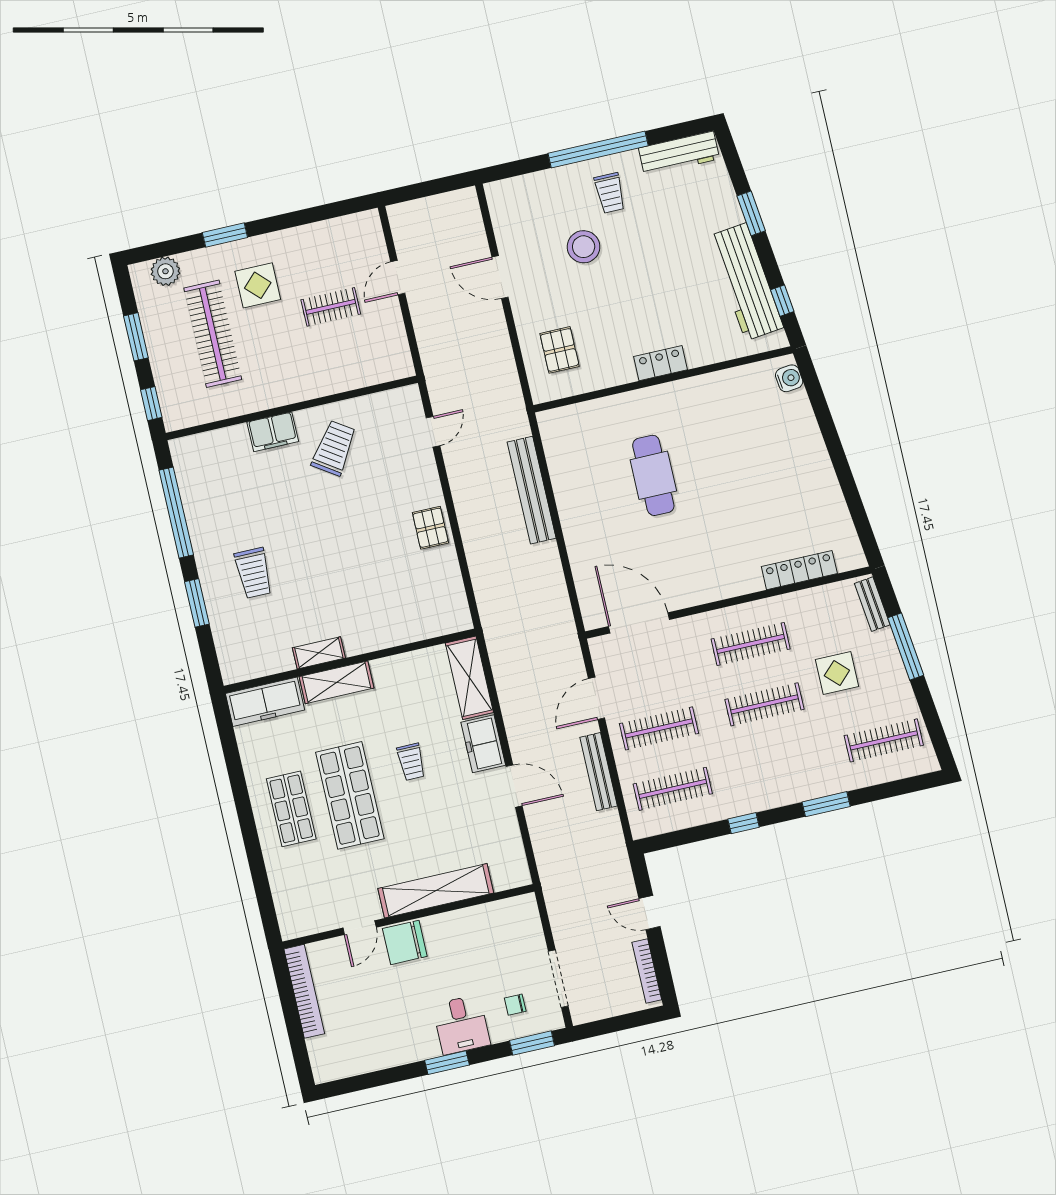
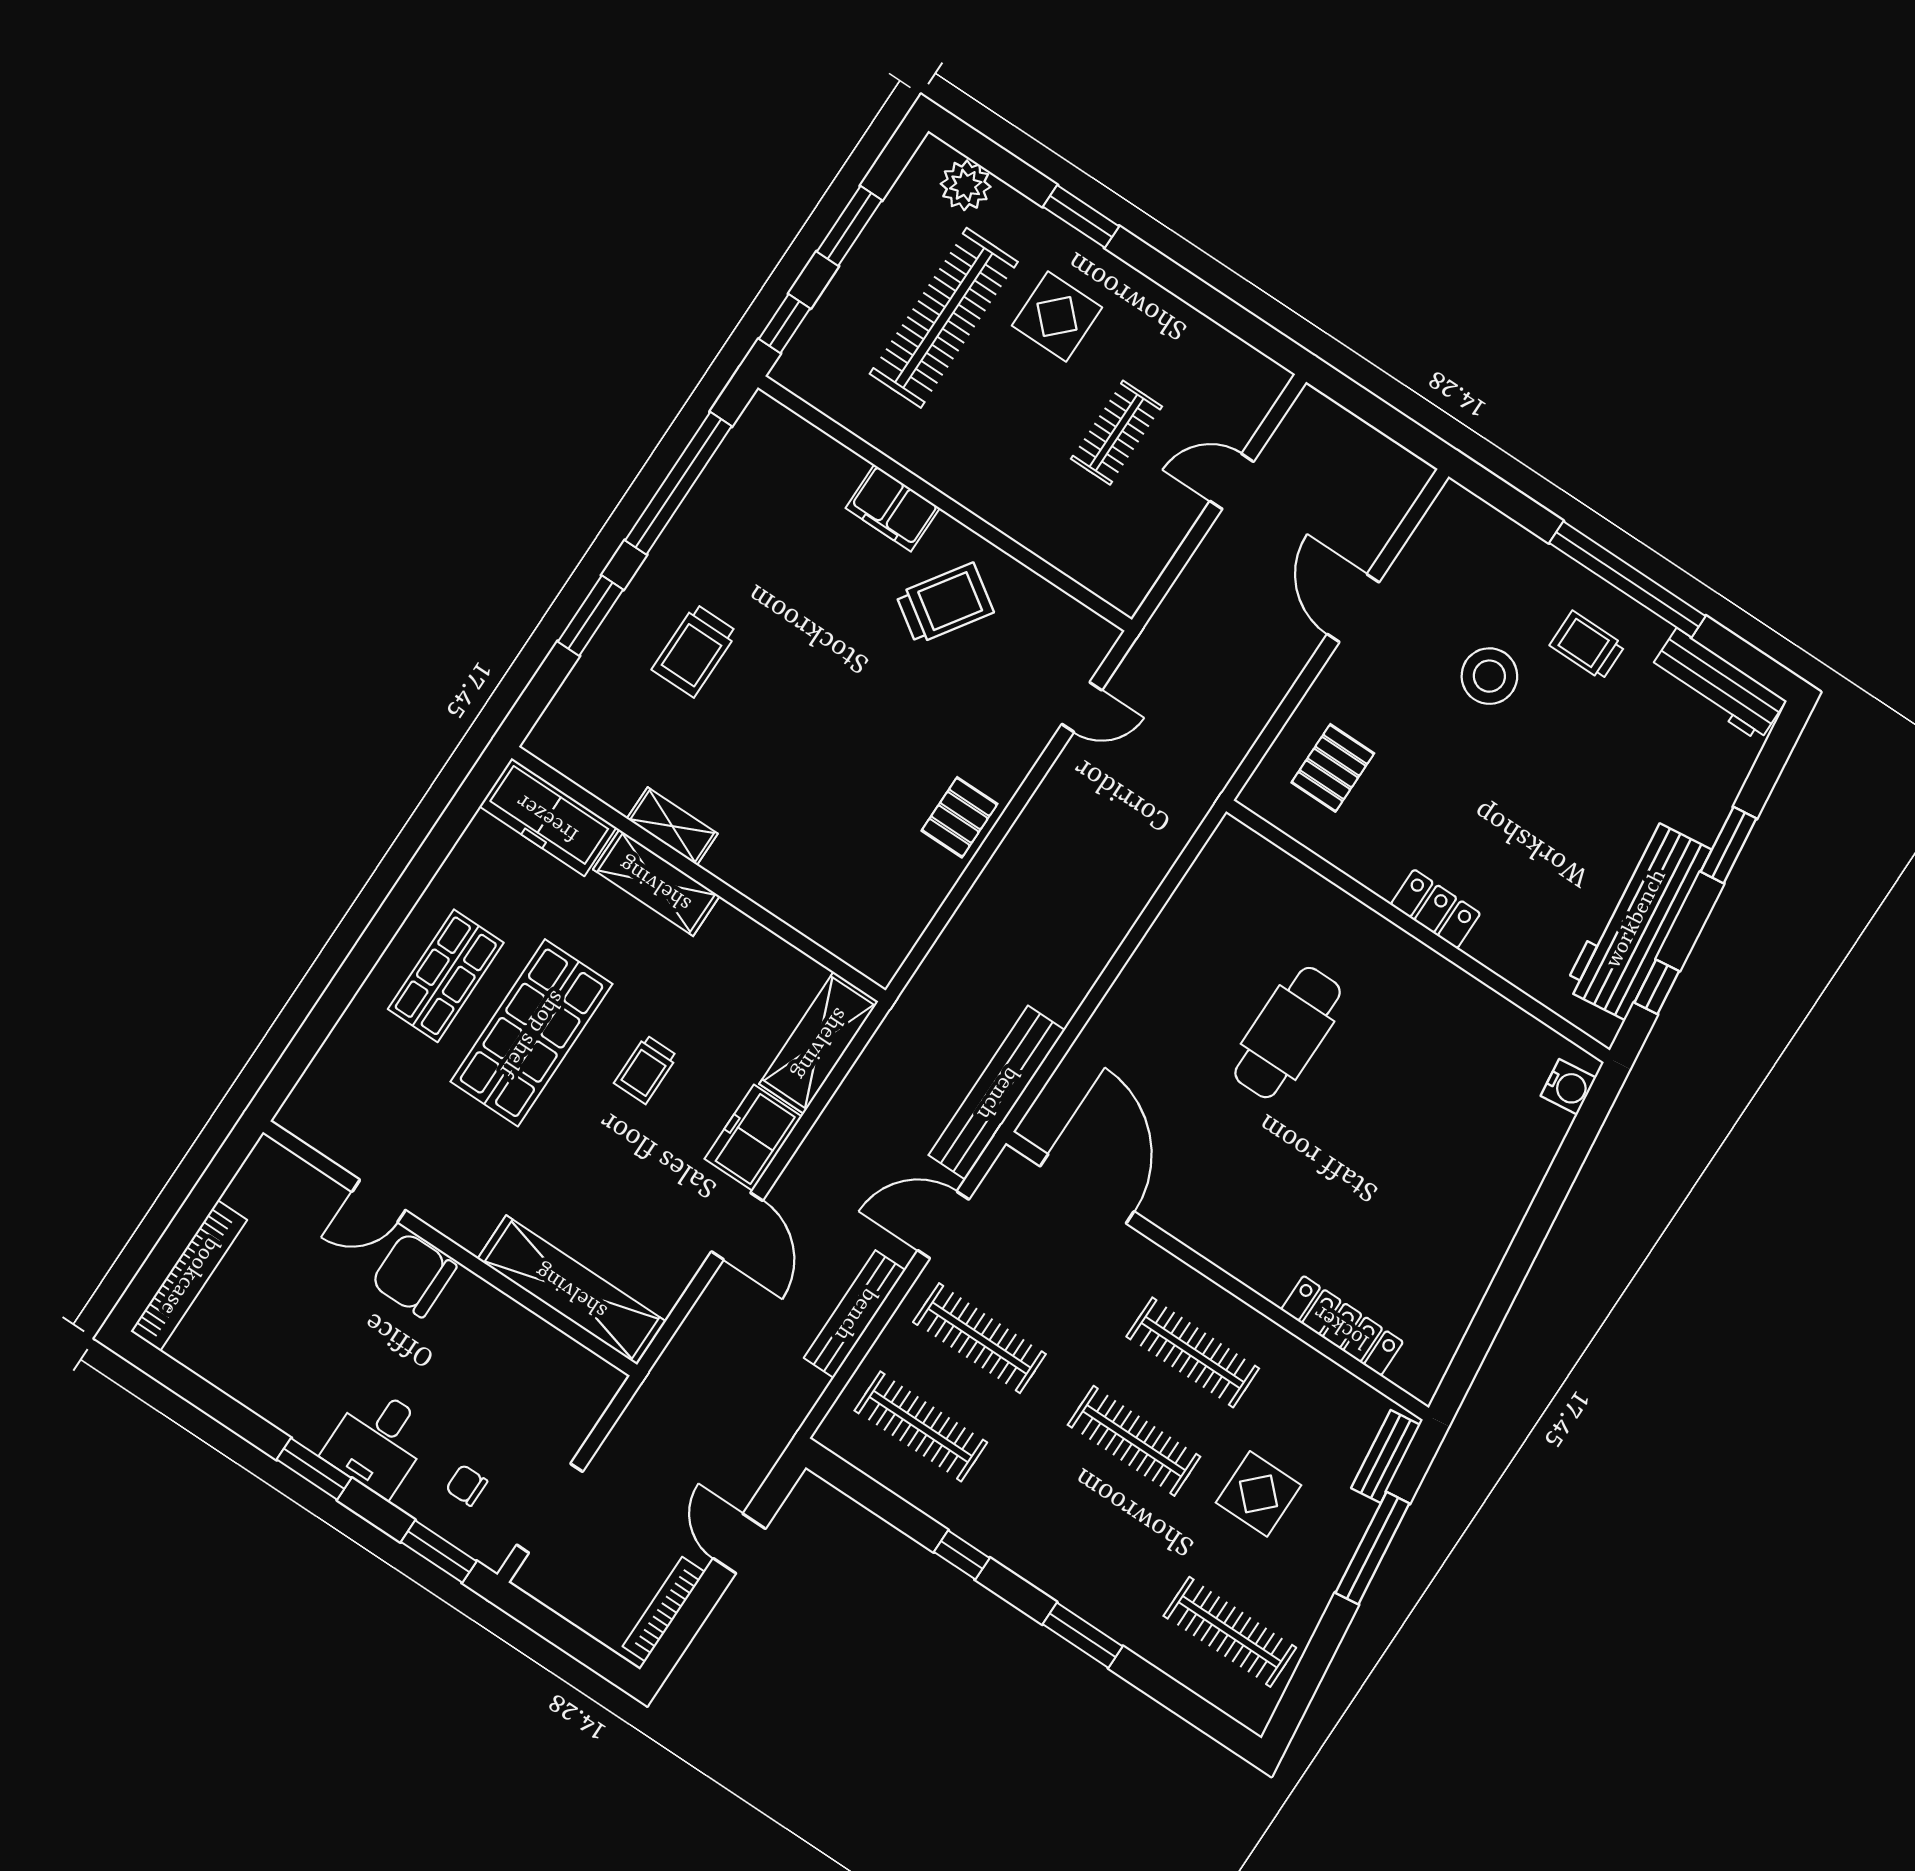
trolley: (610, 193) -> (1587, 645), turned 90
clothes rail: (331, 307) -> (1117, 433), turned 90
bench: (532, 490) -> (997, 1093), moved
shelving: (436, 891) -> (572, 1290), moved
bookcase: (304, 991) -> (189, 1276), moved

